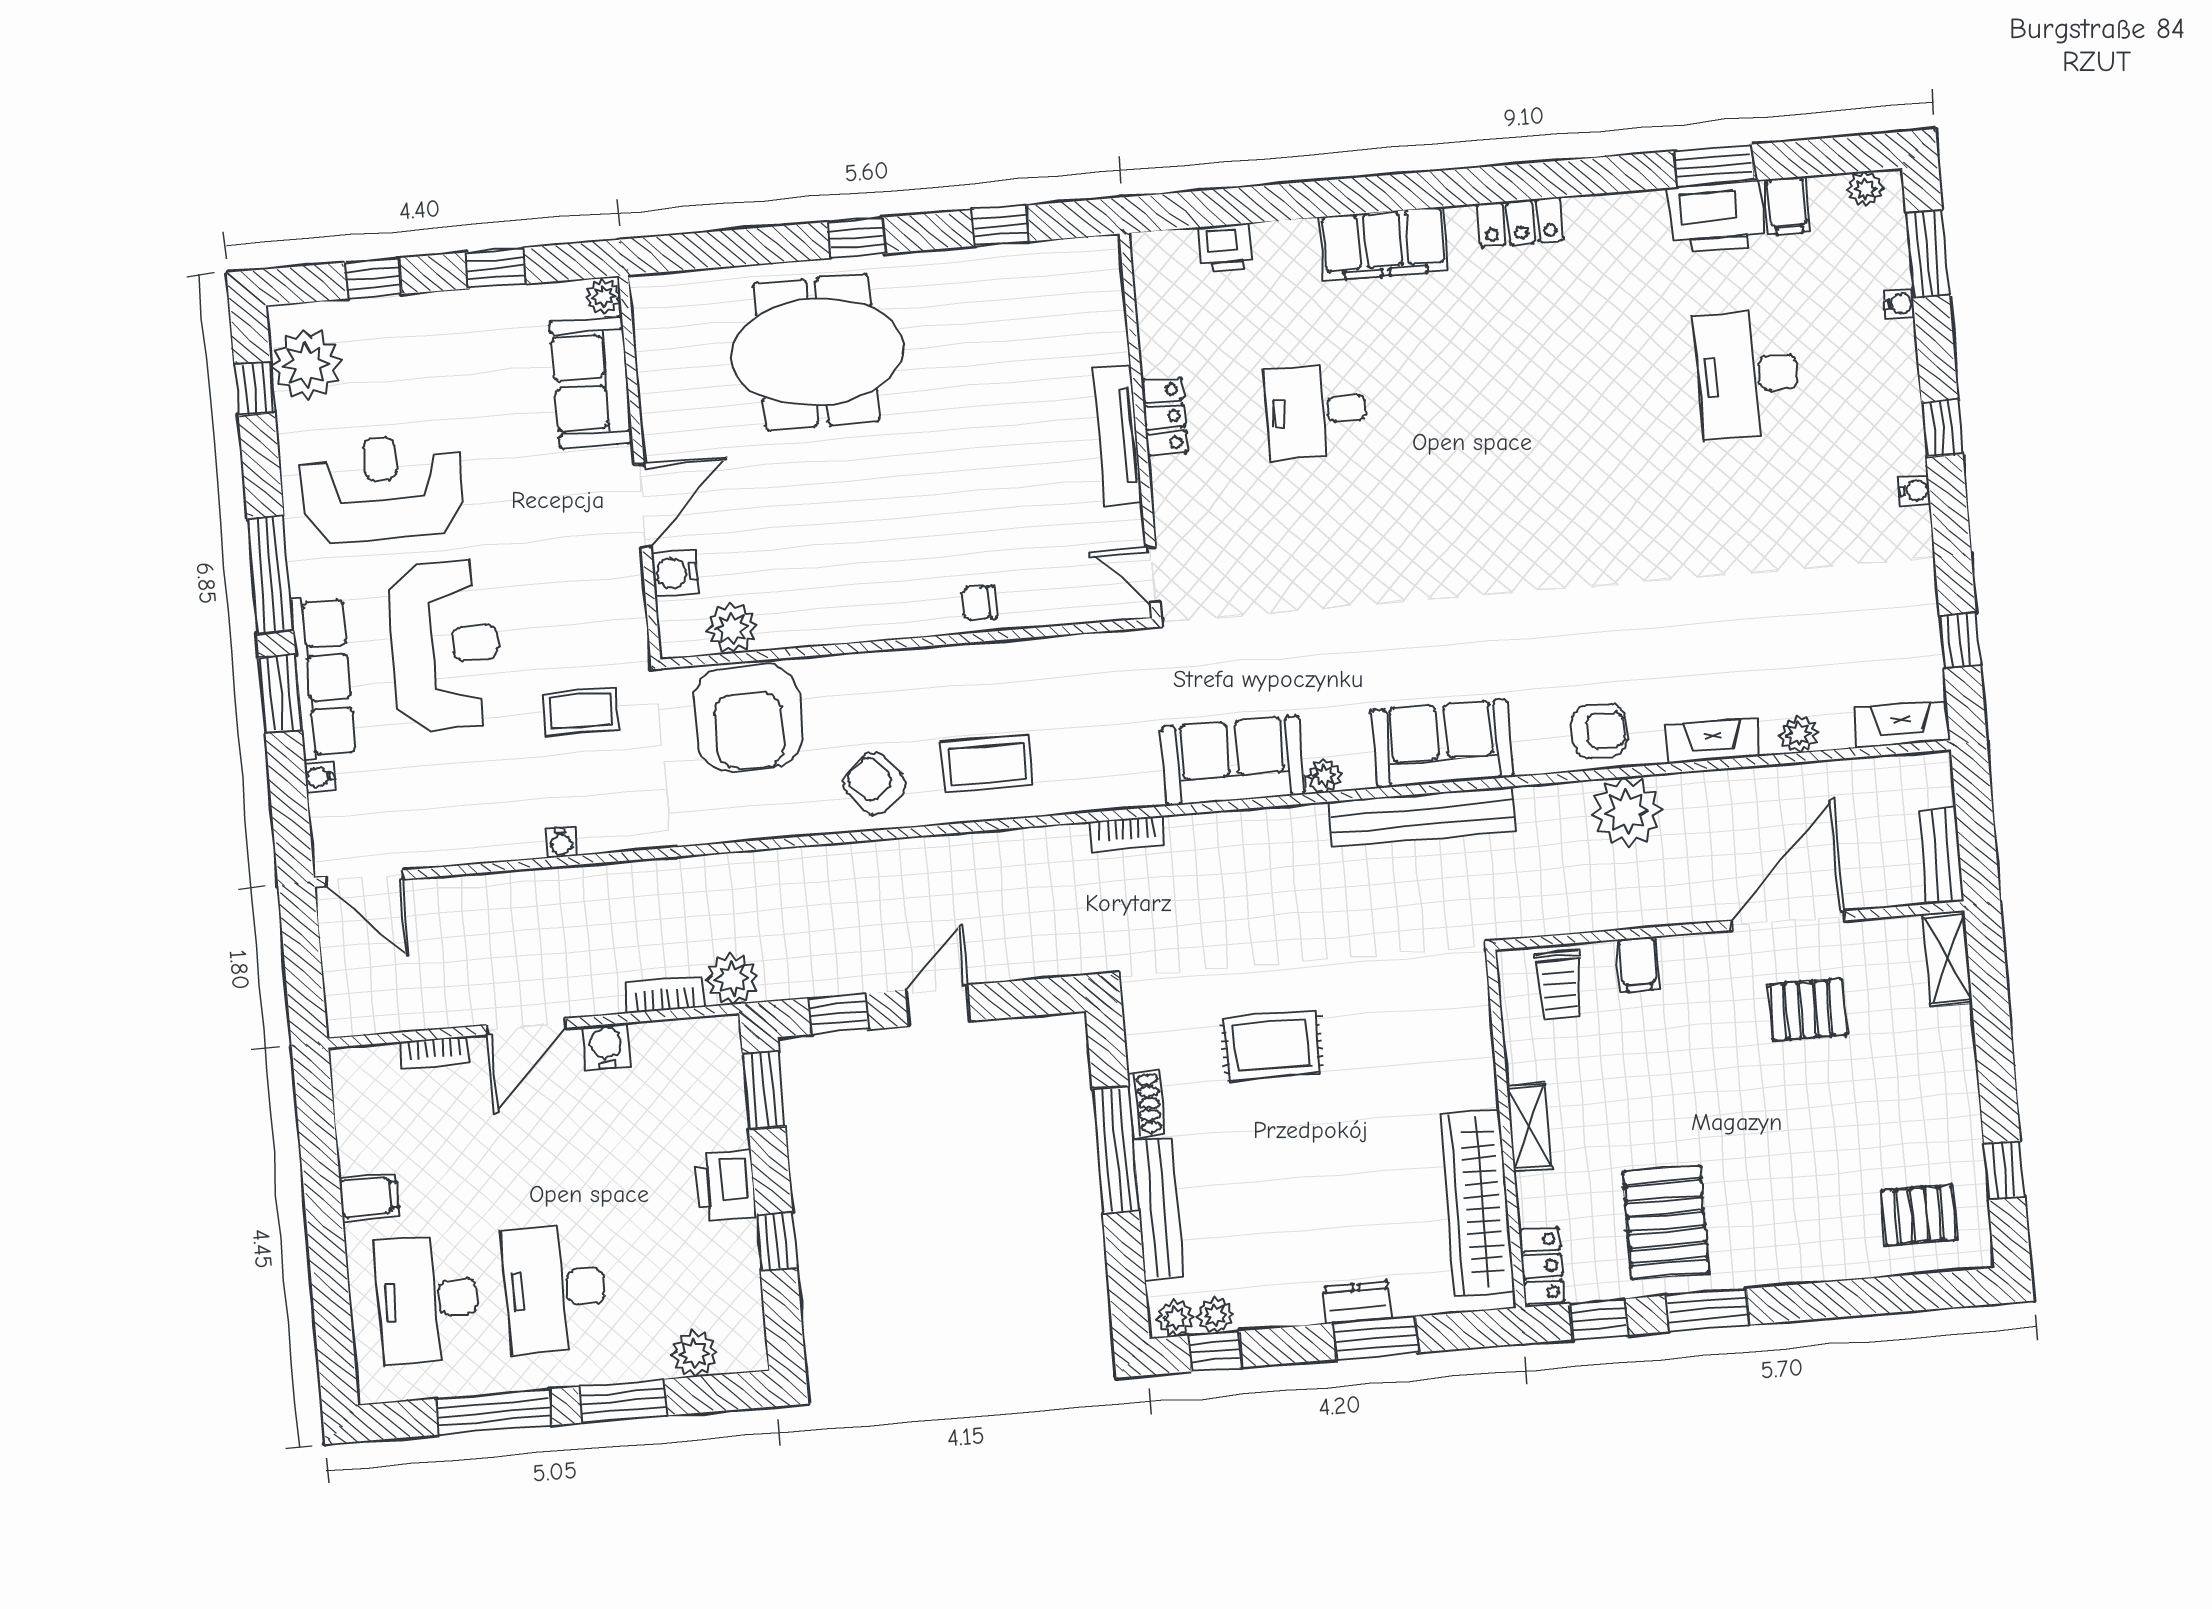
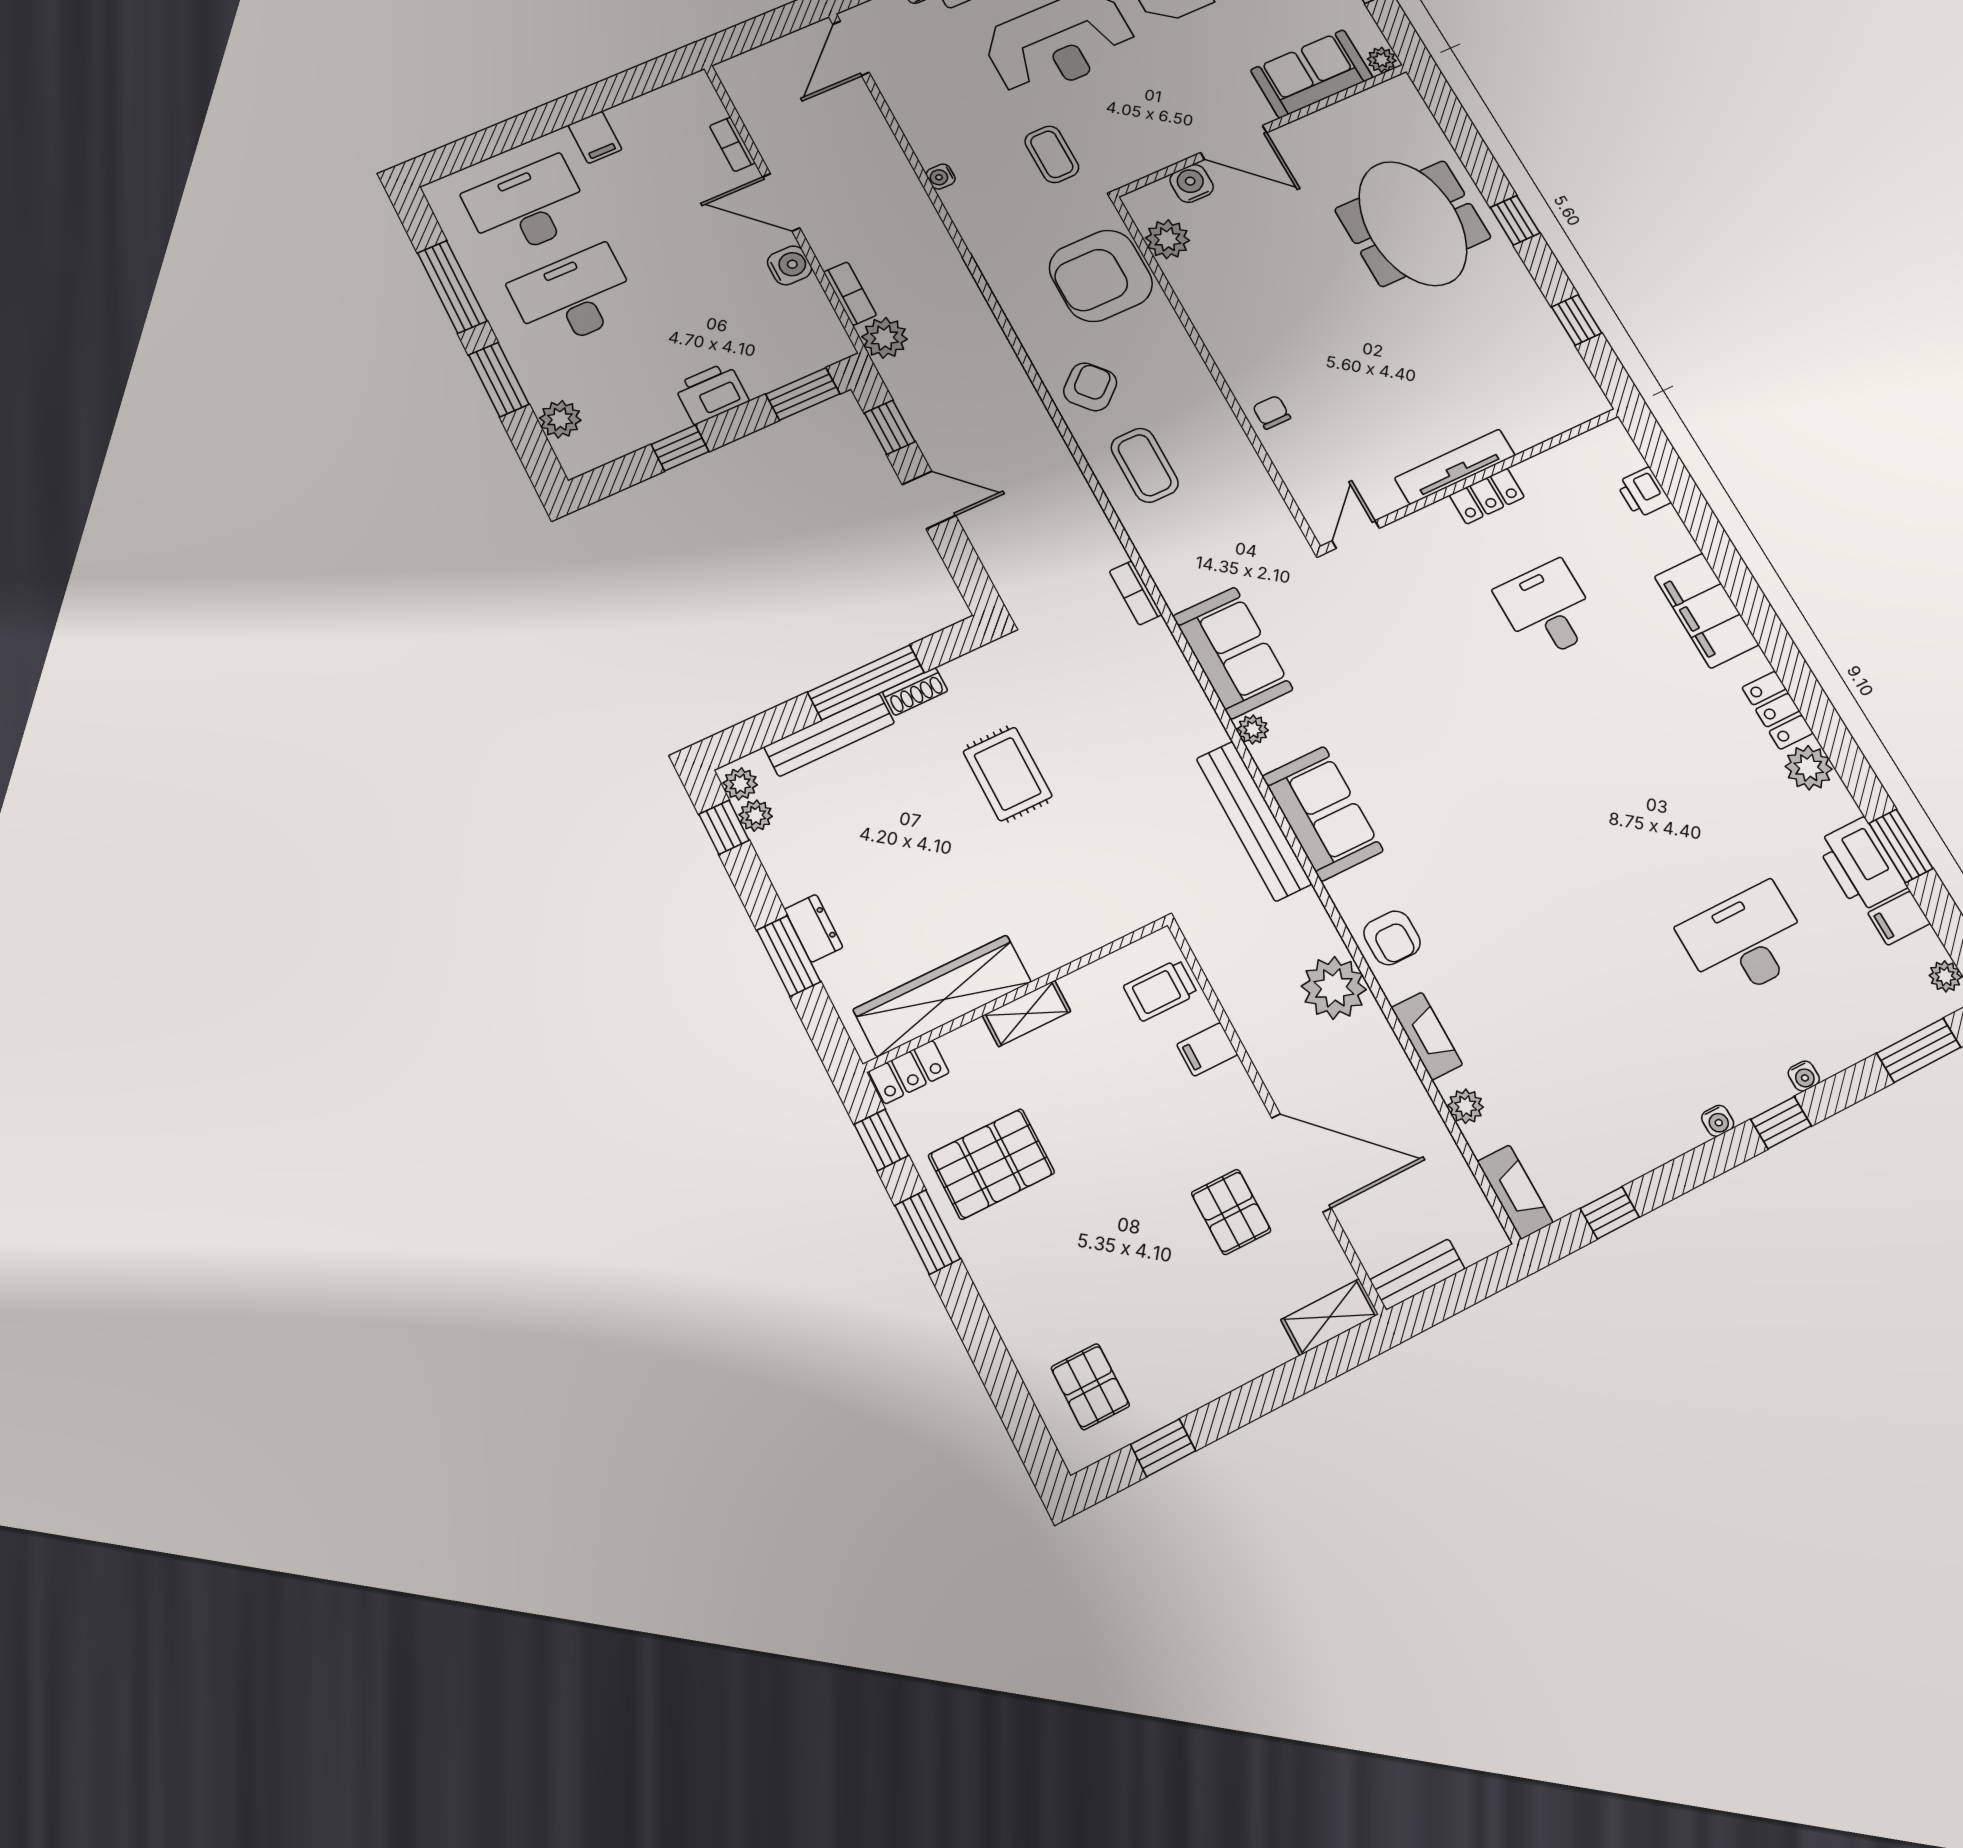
plant: (1594, 220) -> (1809, 768), added
water cooler: (1899, 304) -> (1804, 1076), moved

